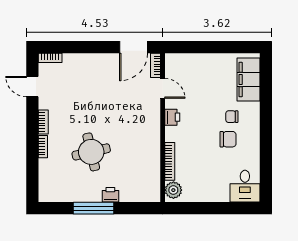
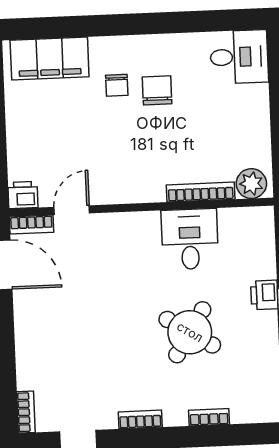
printer: (172, 117) -> (23, 195), moved
bookcase: (43, 147) -> (209, 417), moved
round table: (91, 152) -> (190, 332), turned 45
desk: (144, 154) -> (190, 239), added

